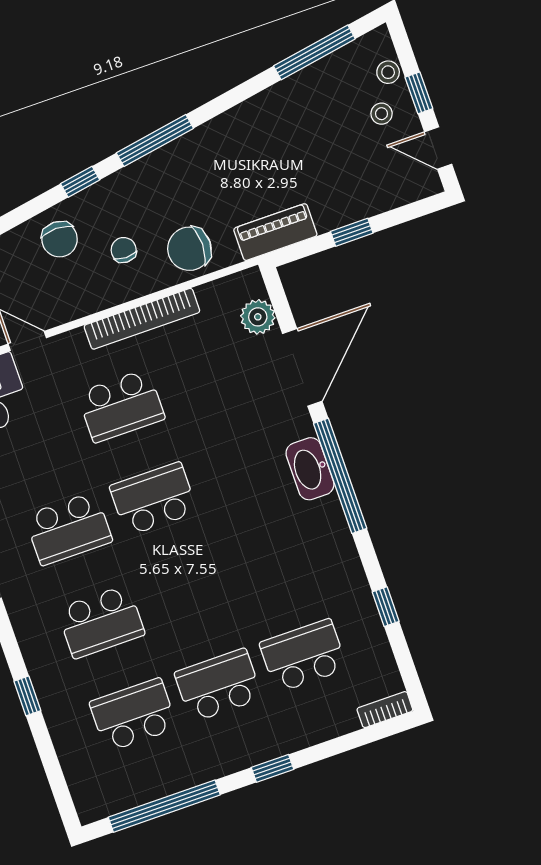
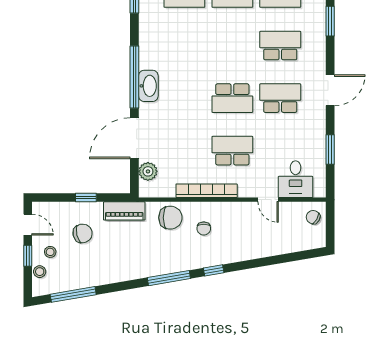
chair: (60, 239) -> (83, 233), moved, turned 77
window: (27, 696) -> (330, 21), width x1.50

